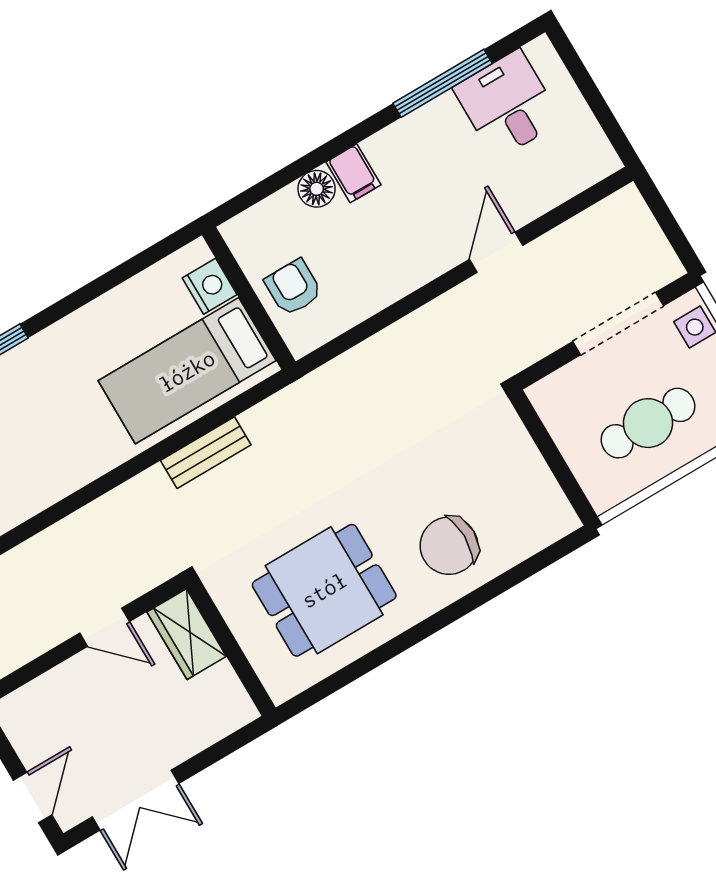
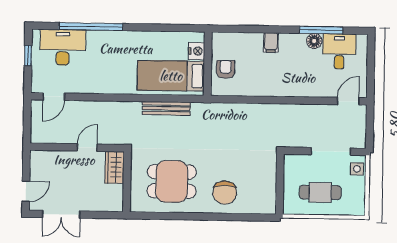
floor lamp: (317, 189) -> (314, 41), moved
door: (496, 252) -> (348, 101), moved
bench: (206, 453) -> (166, 108), width x1.36
chair: (449, 546) -> (225, 193), turned -90
door: (105, 627) -> (87, 147), swing flipped

